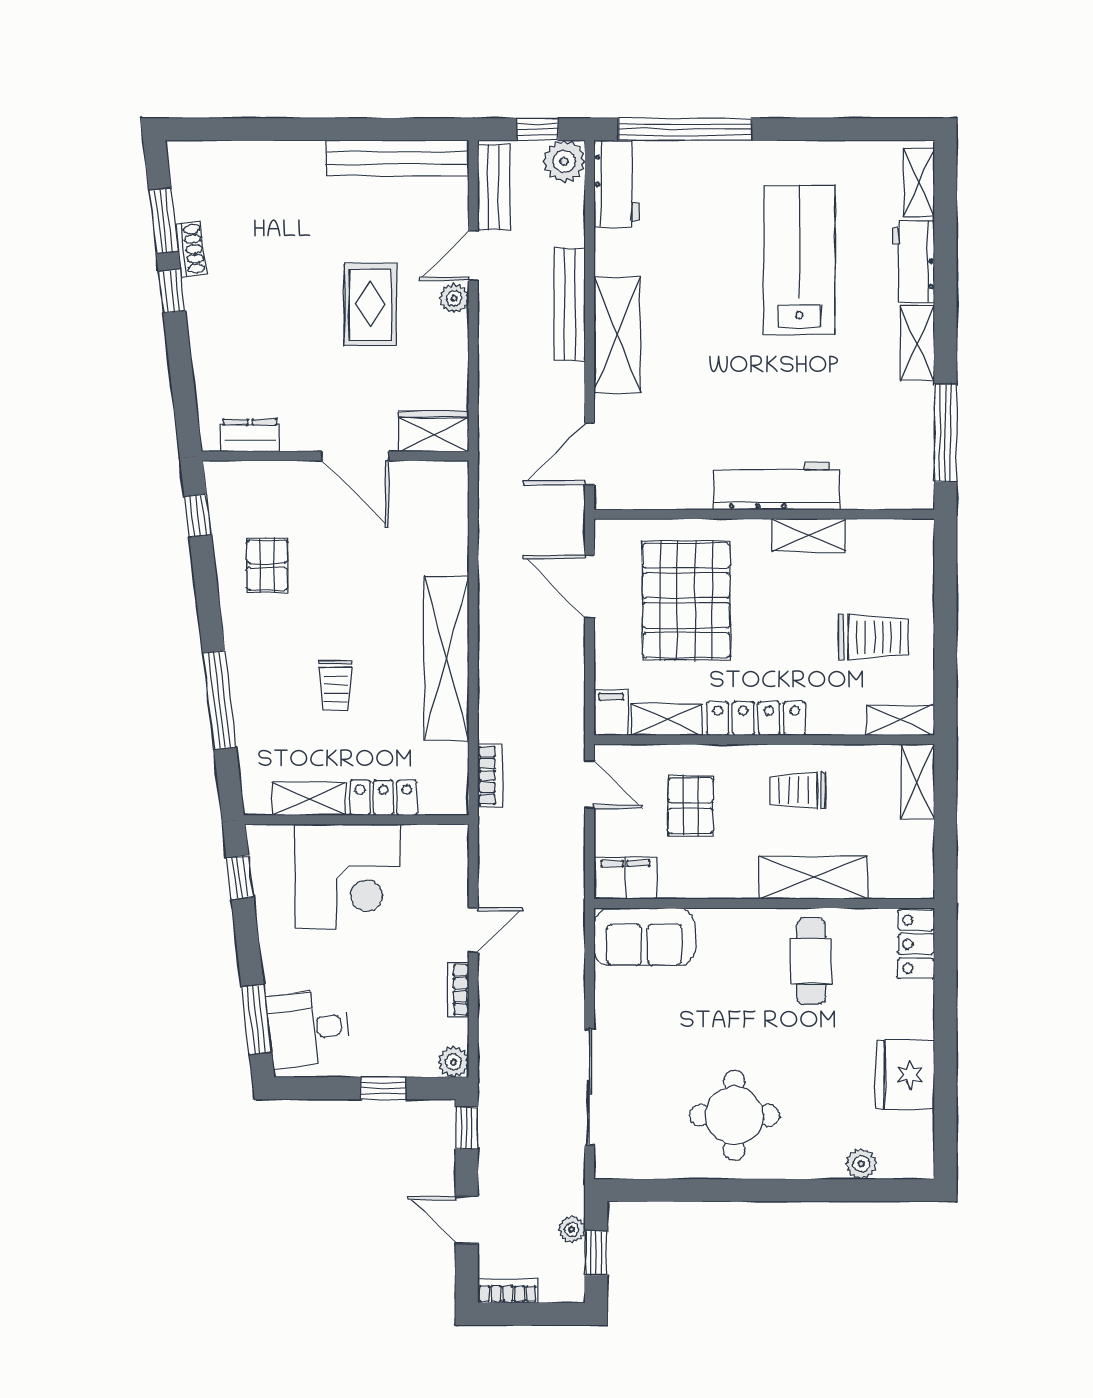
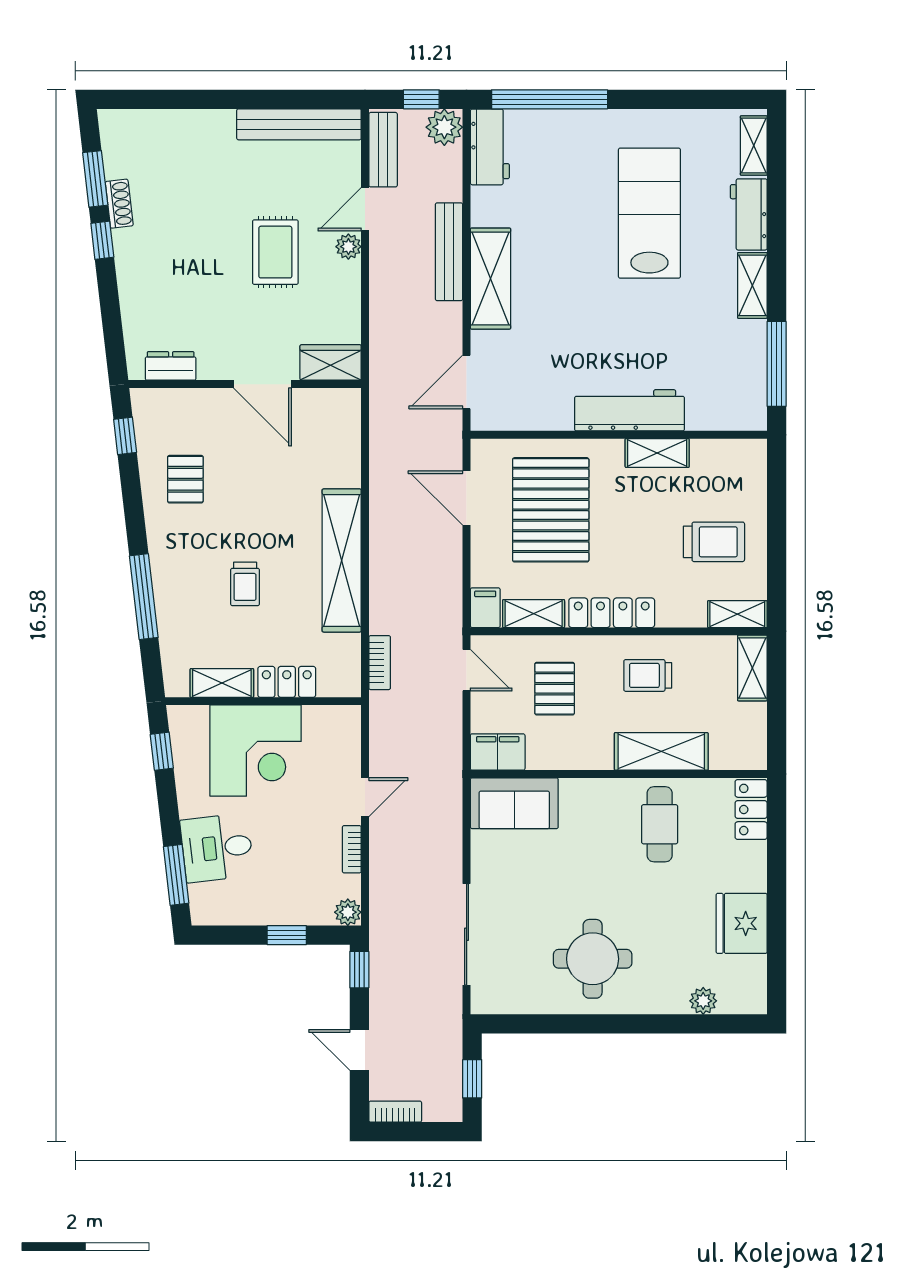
desk: (308, 1028) -> (217, 848), moved
plant: (572, 1229) -> (451, 1058), removed

